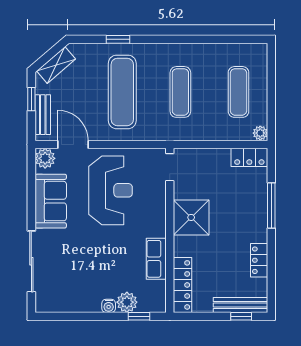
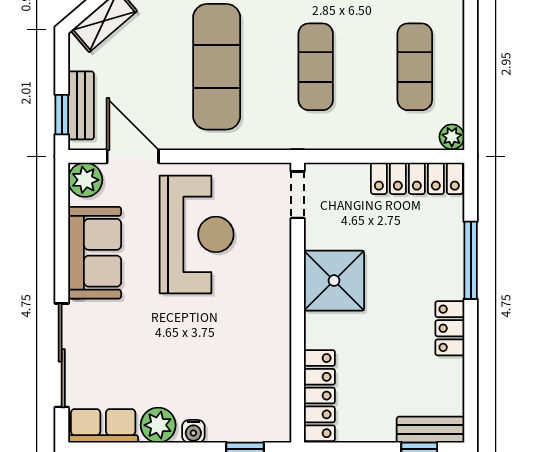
window: (31, 99) -> (62, 115), moved
locker: (249, 157) -> (417, 178), width x1.53
row of seats: (156, 259) -> (103, 426), moved, turned 90
locker: (259, 260) -> (450, 328), moved
plant: (127, 302) -> (158, 425), moved
bench: (240, 305) -> (430, 430), width x0.73

